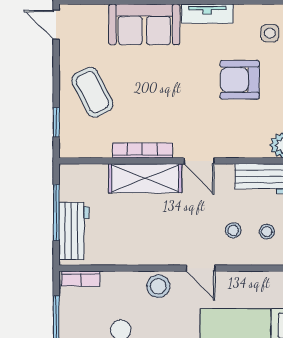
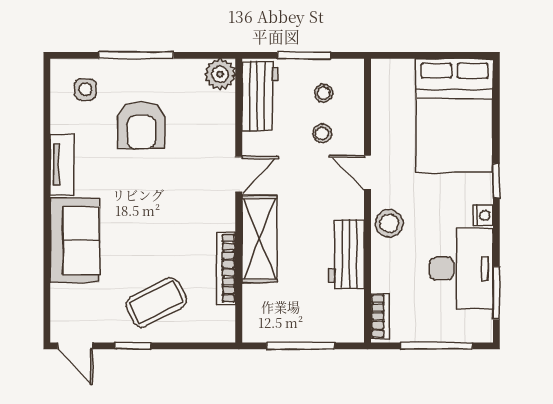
door: (56, 25) -> (75, 346), hinge flipped
window: (56, 122) -> (133, 346), moved
bookcase: (142, 151) -> (226, 268), moved
workbench: (74, 231) -> (346, 254), moved, turned -90
door: (201, 268) -> (368, 172), swing flipped

